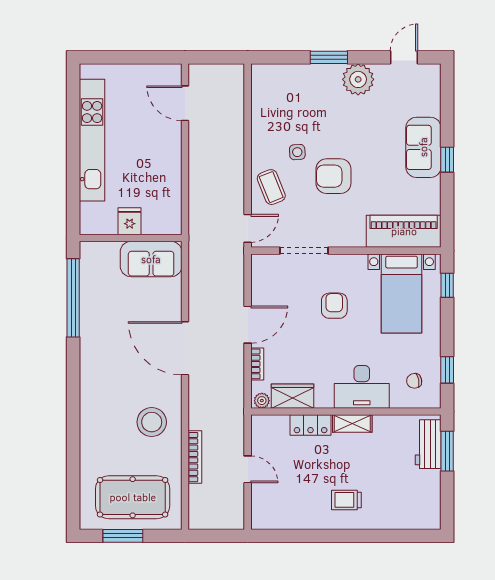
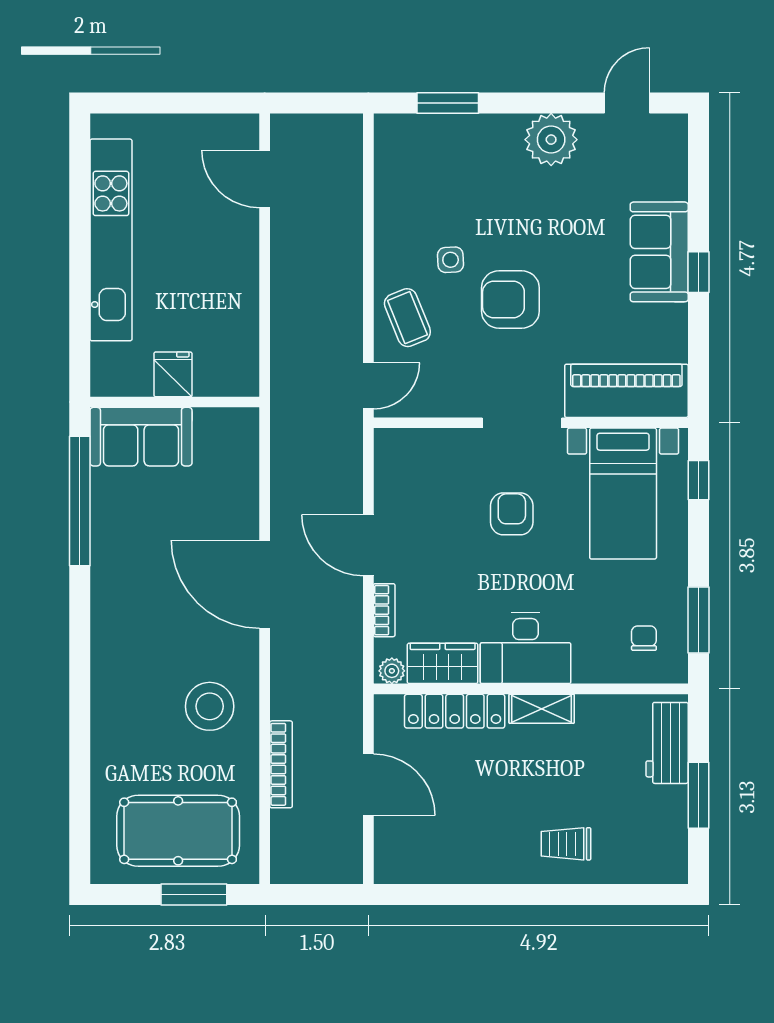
window: (329, 57) -> (448, 103), moved
doorway: (304, 251) -> (522, 423), moved
sofa: (151, 259) -> (141, 437), moved
door: (248, 325) -> (368, 545), swing flipped
window: (447, 370) -> (698, 620), width x1.50
chair: (414, 381) -> (644, 638), turned 101
desk: (362, 387) -> (526, 648), moved
locker: (311, 425) -> (455, 711), width x1.53
window: (447, 451) -> (698, 795), moved
door: (248, 469) -> (368, 785), width x1.38
trolley: (346, 500) -> (566, 844), moved
window: (123, 536) -> (194, 895), moved

